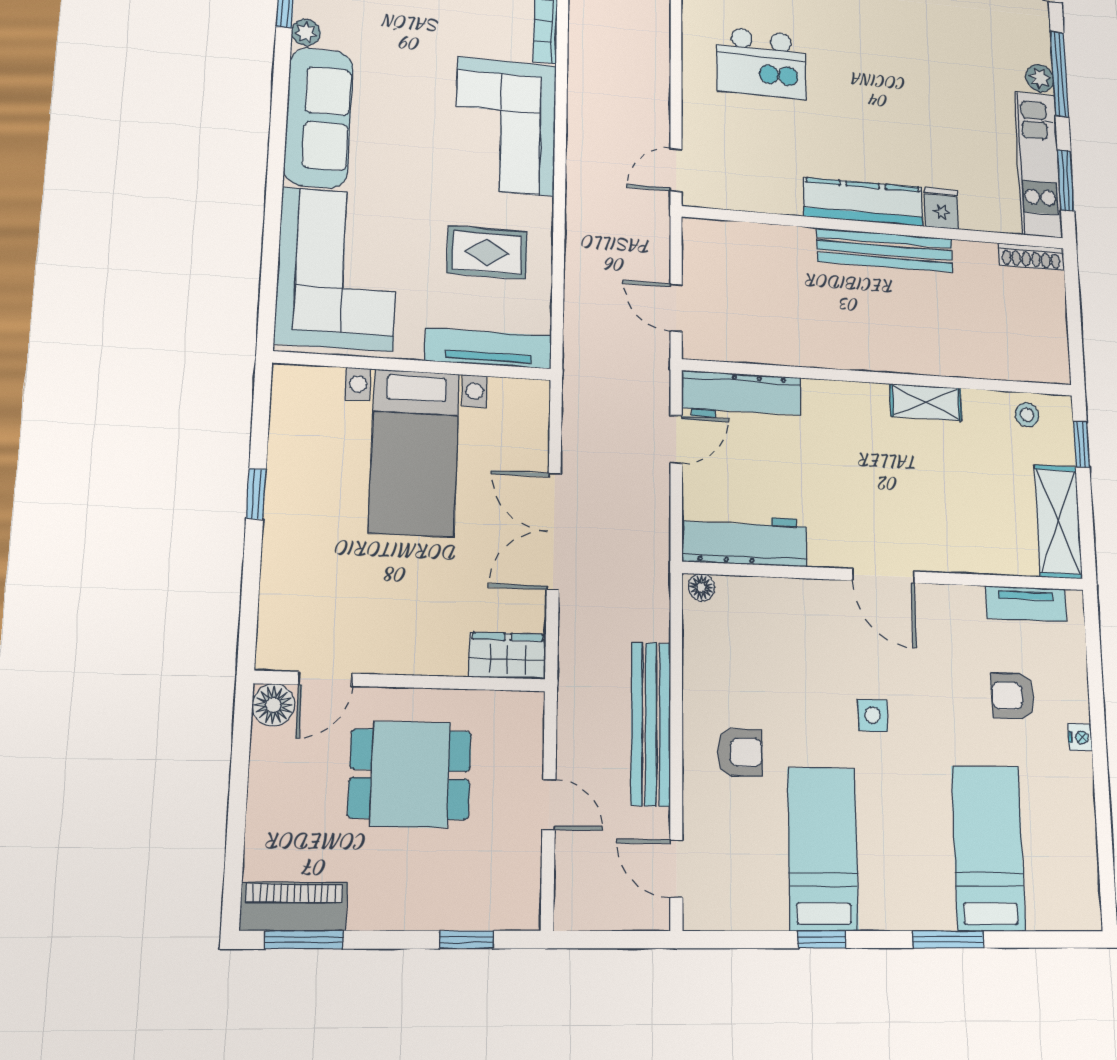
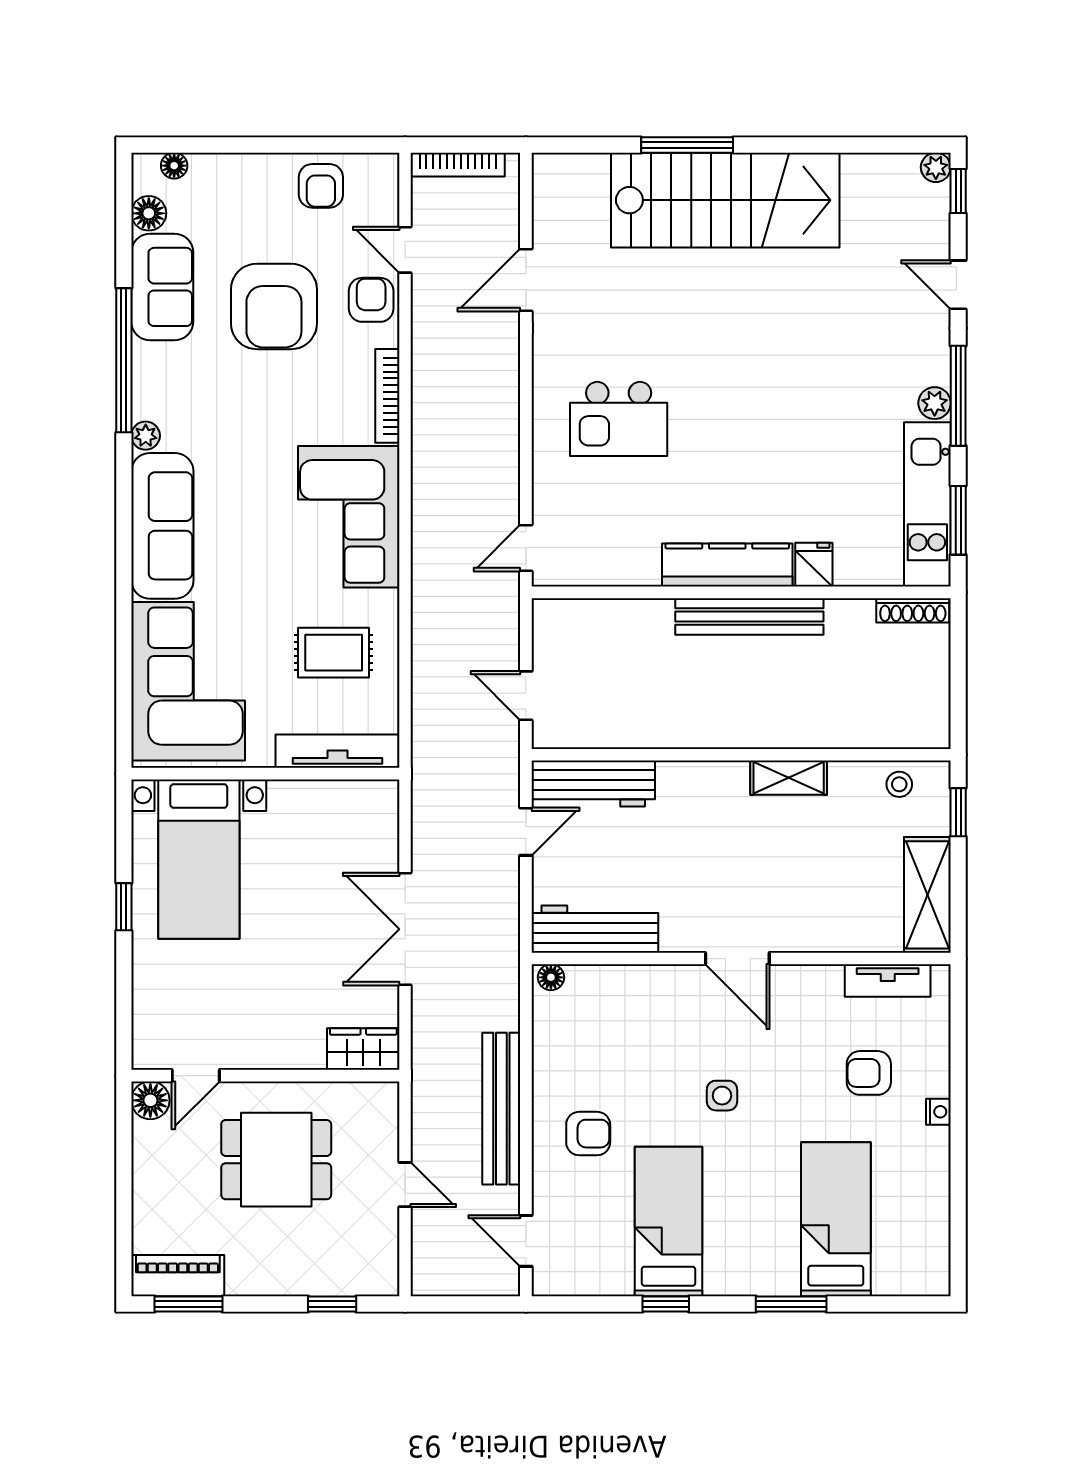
bed with nightstands: (414, 452) -> (199, 859), moved

